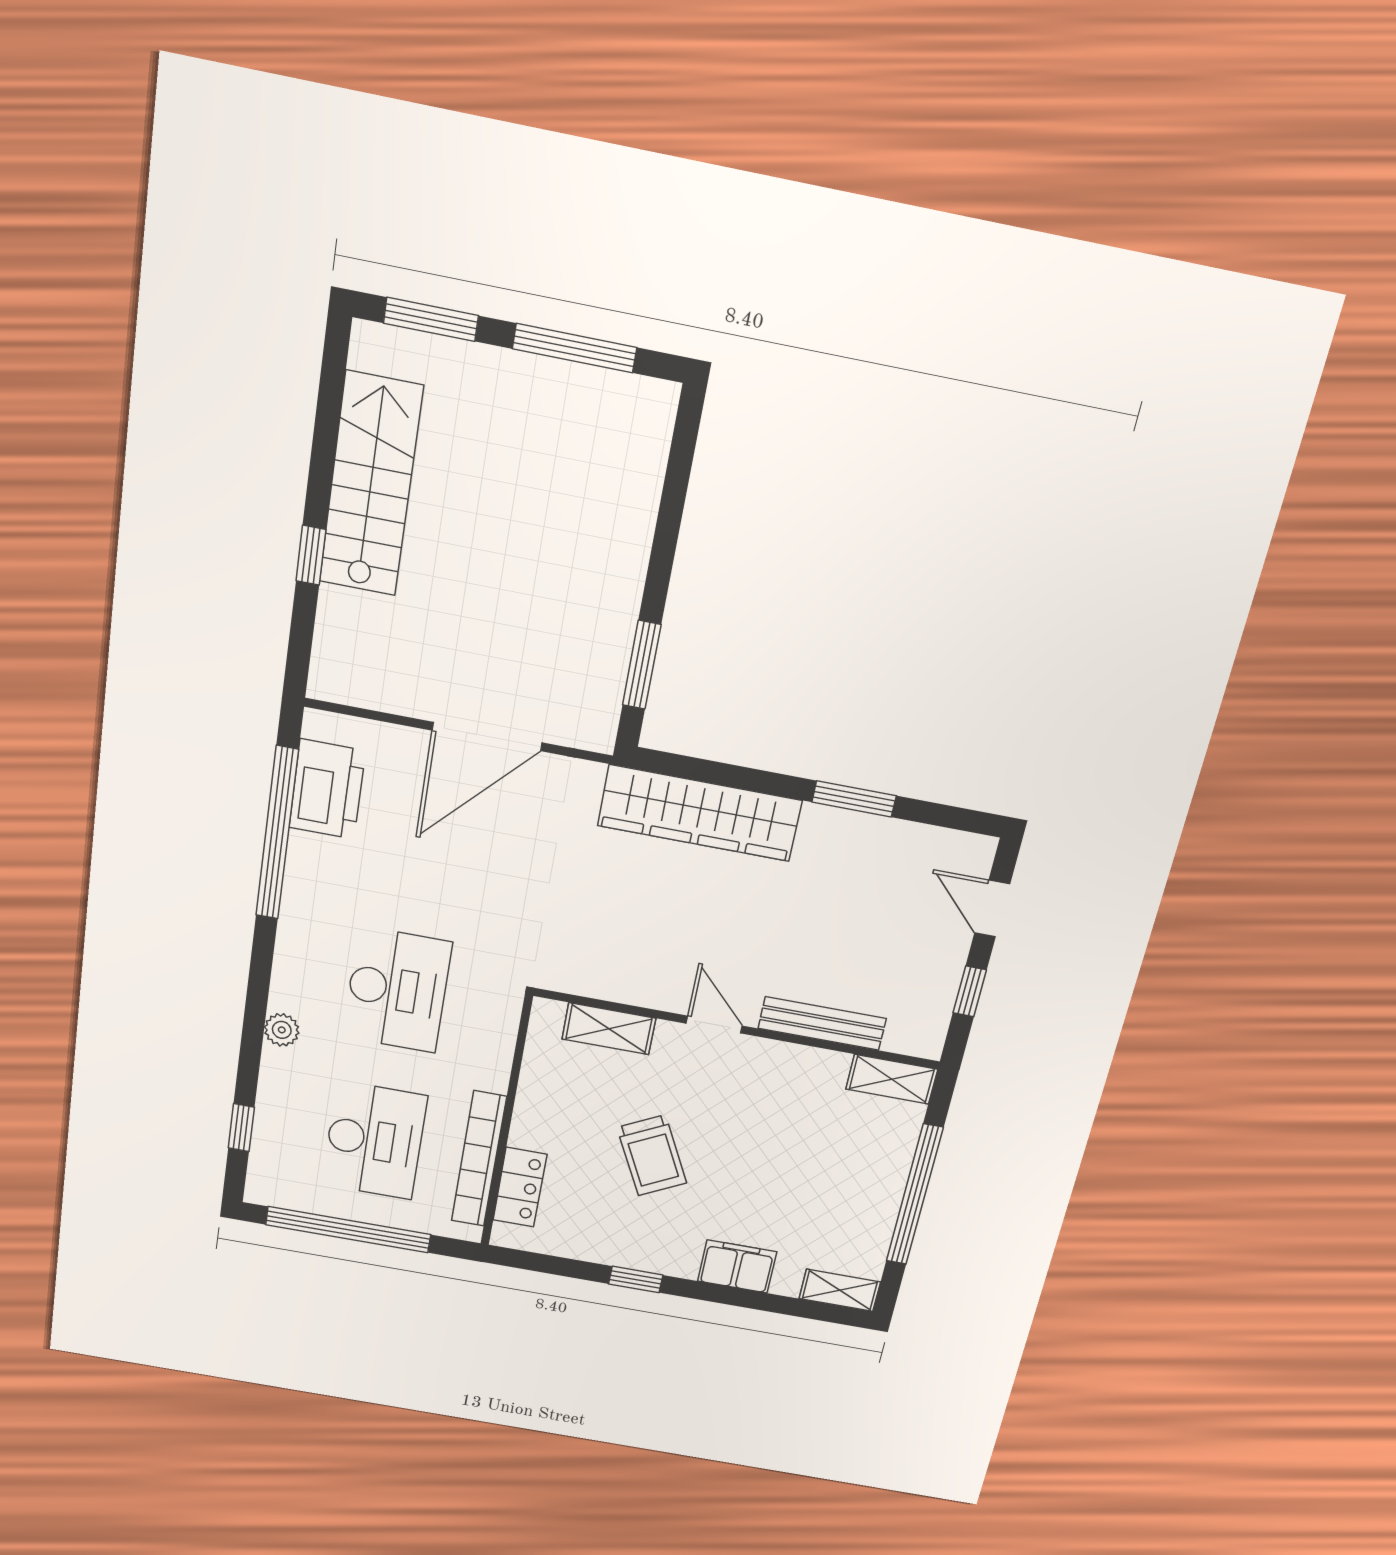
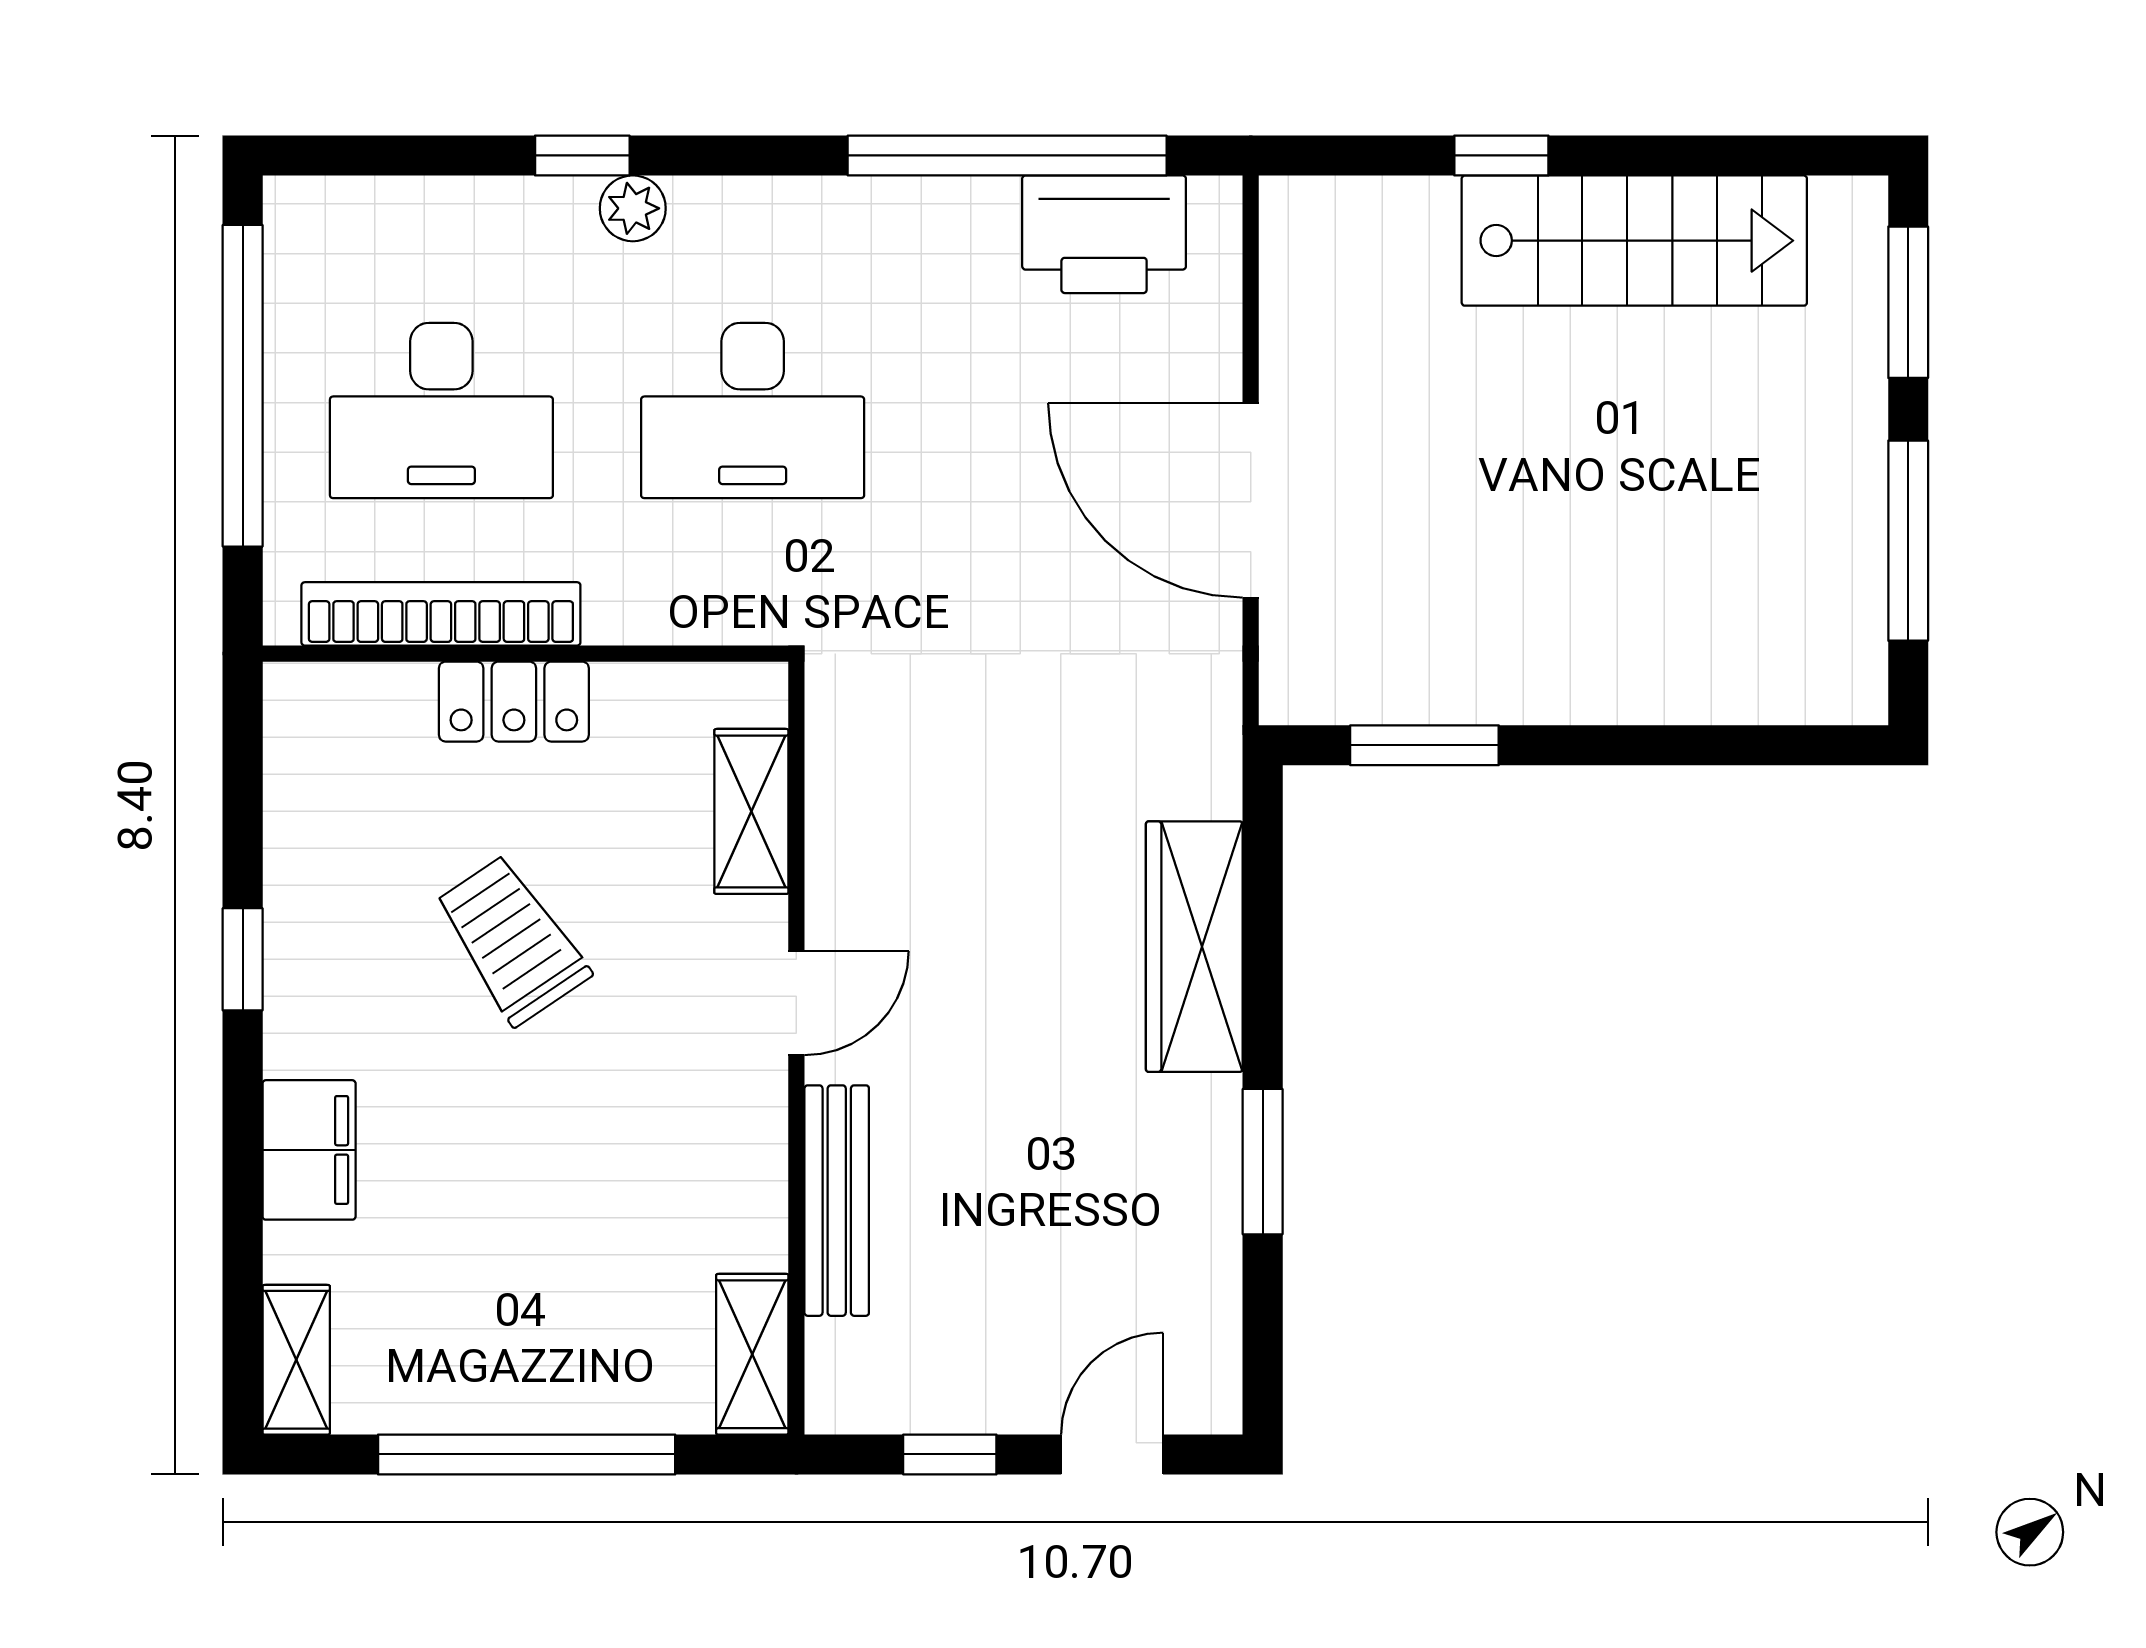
wardrobe: (700, 813) -> (1194, 947), width x0.71, depth x0.85
window: (241, 1128) -> (582, 155), moved
trolley: (652, 1155) -> (512, 940), turned 83
locker: (520, 1187) -> (514, 702), moved

